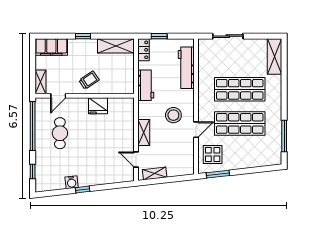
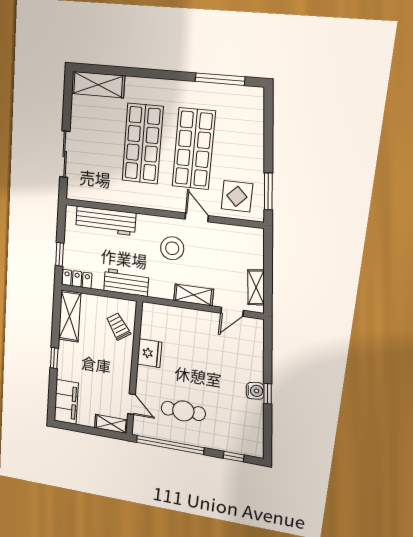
trolley: (89, 80) -> (118, 327), moved
water cooler: (72, 182) -> (255, 391), moved

